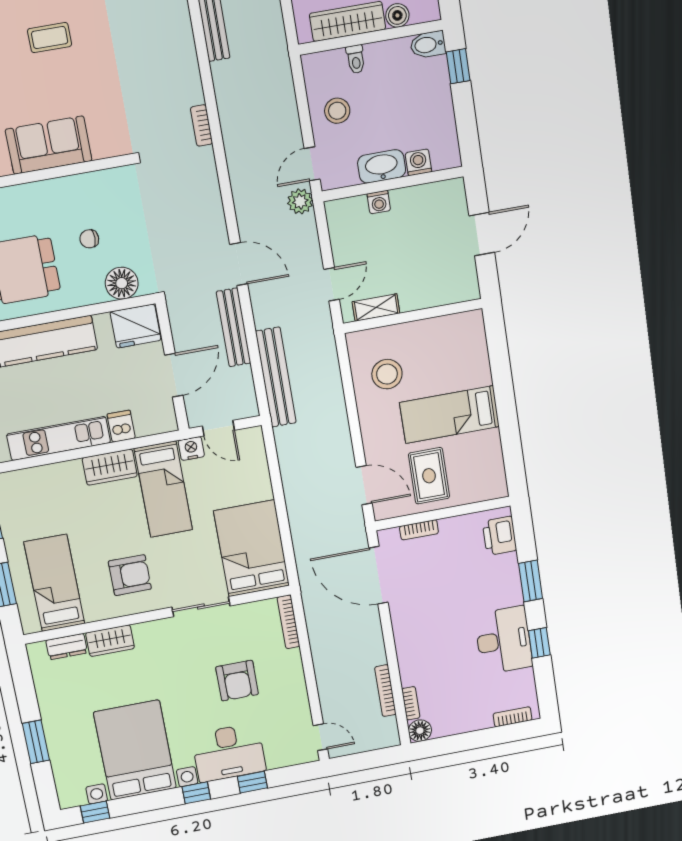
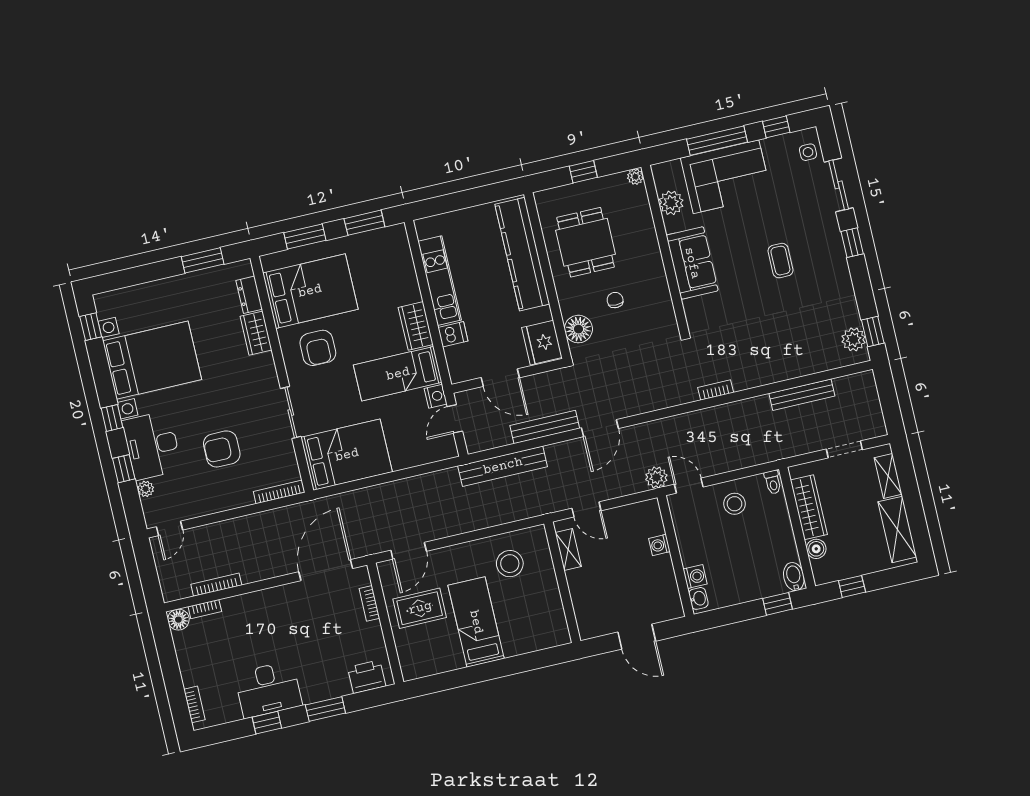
toilet: (356, 59) -> (773, 482), moved, turned -90
washbasin: (382, 166) -> (698, 598), moved, width x0.52, depth x0.69
bed: (54, 583) -> (310, 291), width x1.50
window: (36, 742) -> (203, 260), moved
plant: (276, 760) -> (146, 489), added

